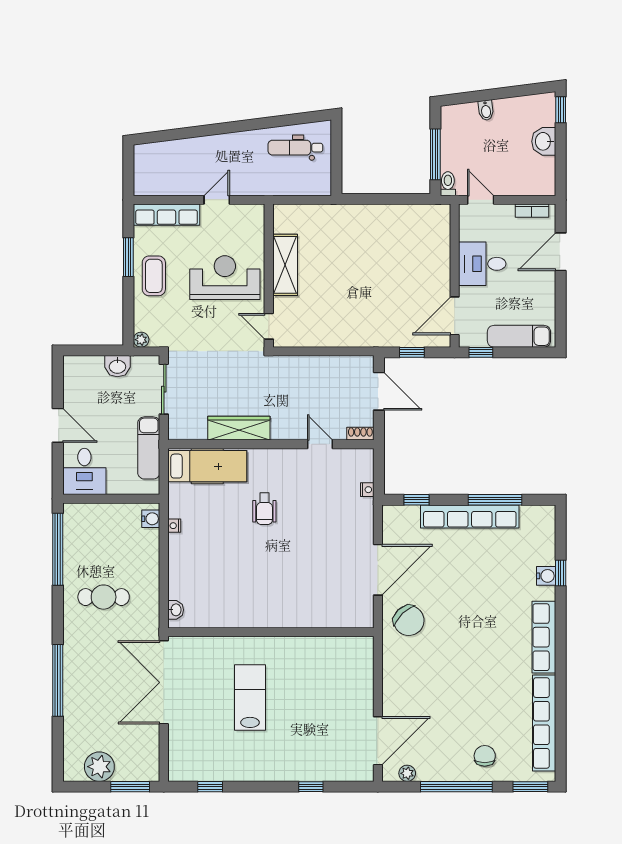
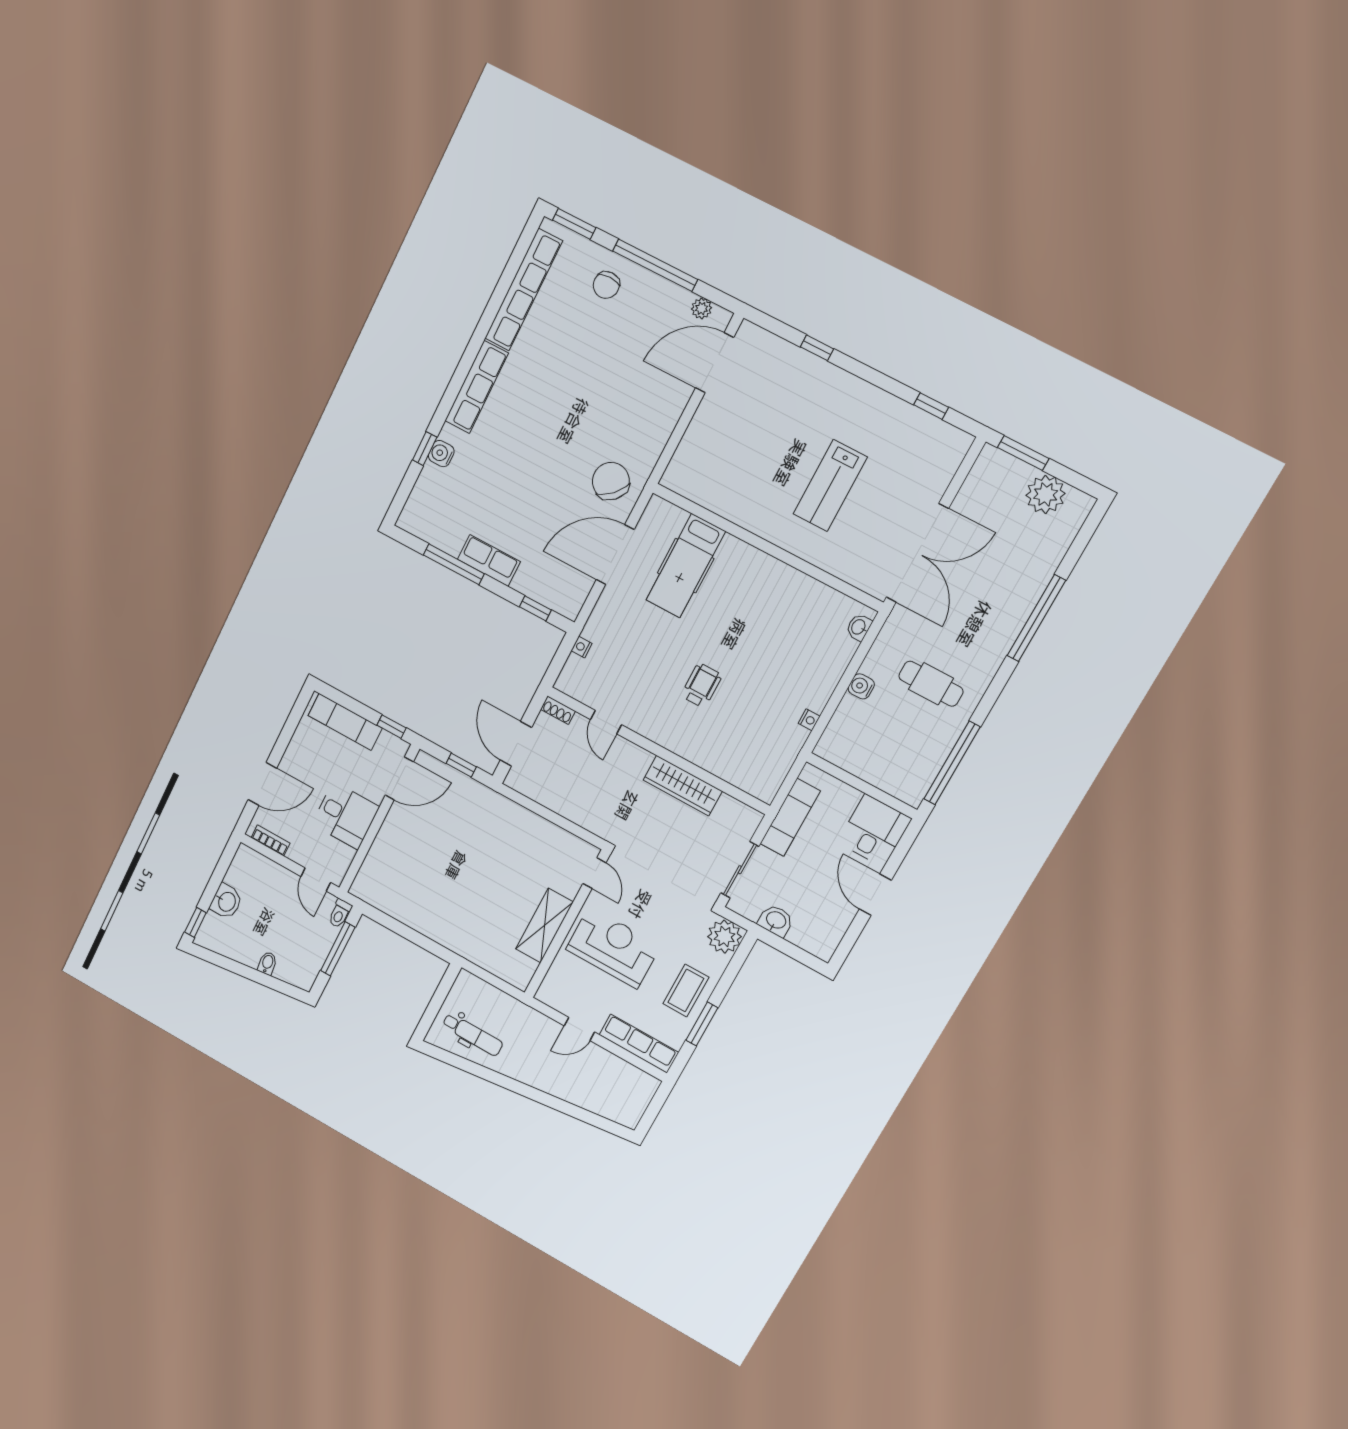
reception desk: (225, 278) -> (613, 948), turned 180
plant: (141, 340) -> (724, 937), width x1.88, depth x1.88
hospital bed: (207, 466) -> (686, 566), moved, turned -90
row of seats: (470, 516) -> (489, 560), width x0.50
water cooler: (151, 519) -> (861, 686), moved

